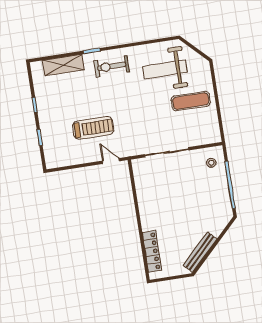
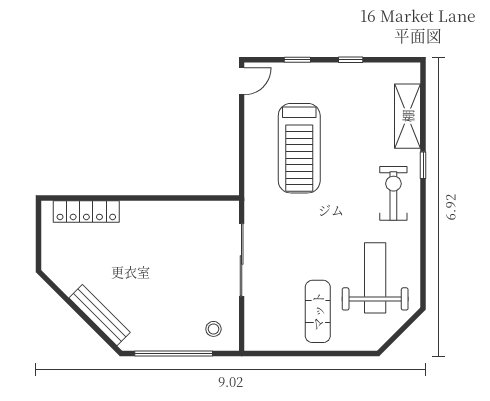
treadmill: (93, 128) -> (299, 148), width x1.37, depth x1.38
door: (111, 161) -> (242, 81), moved
bench: (200, 252) -> (100, 315), moved

